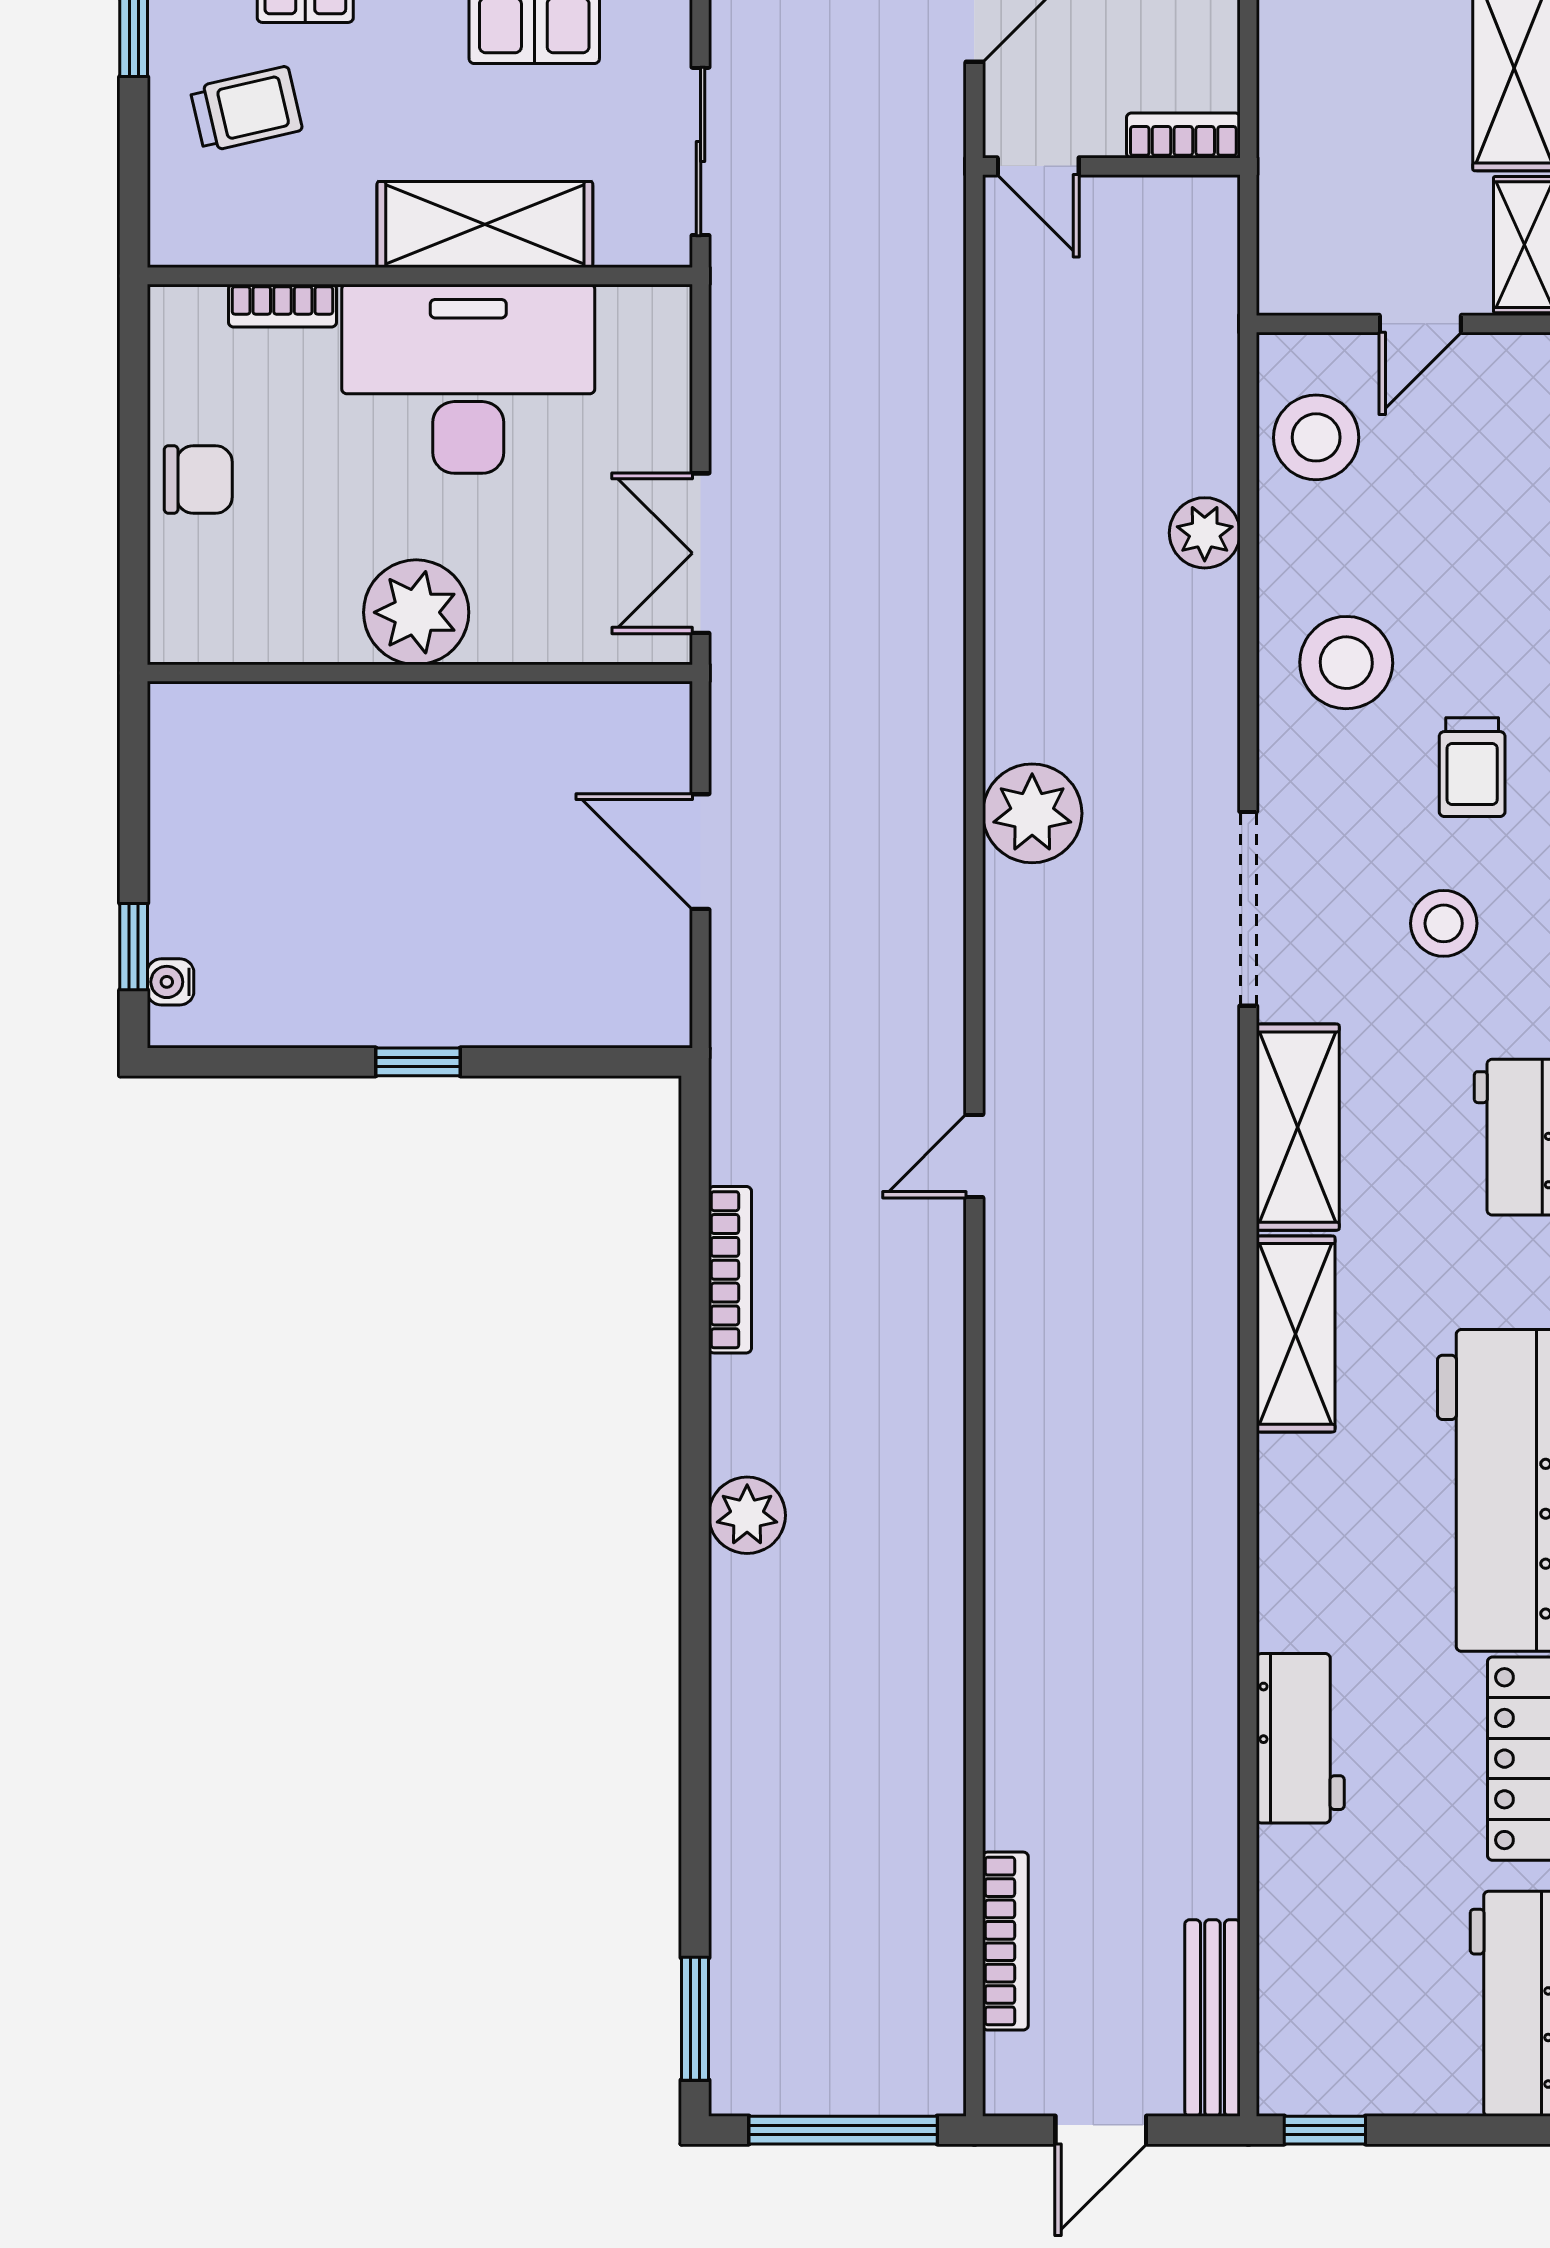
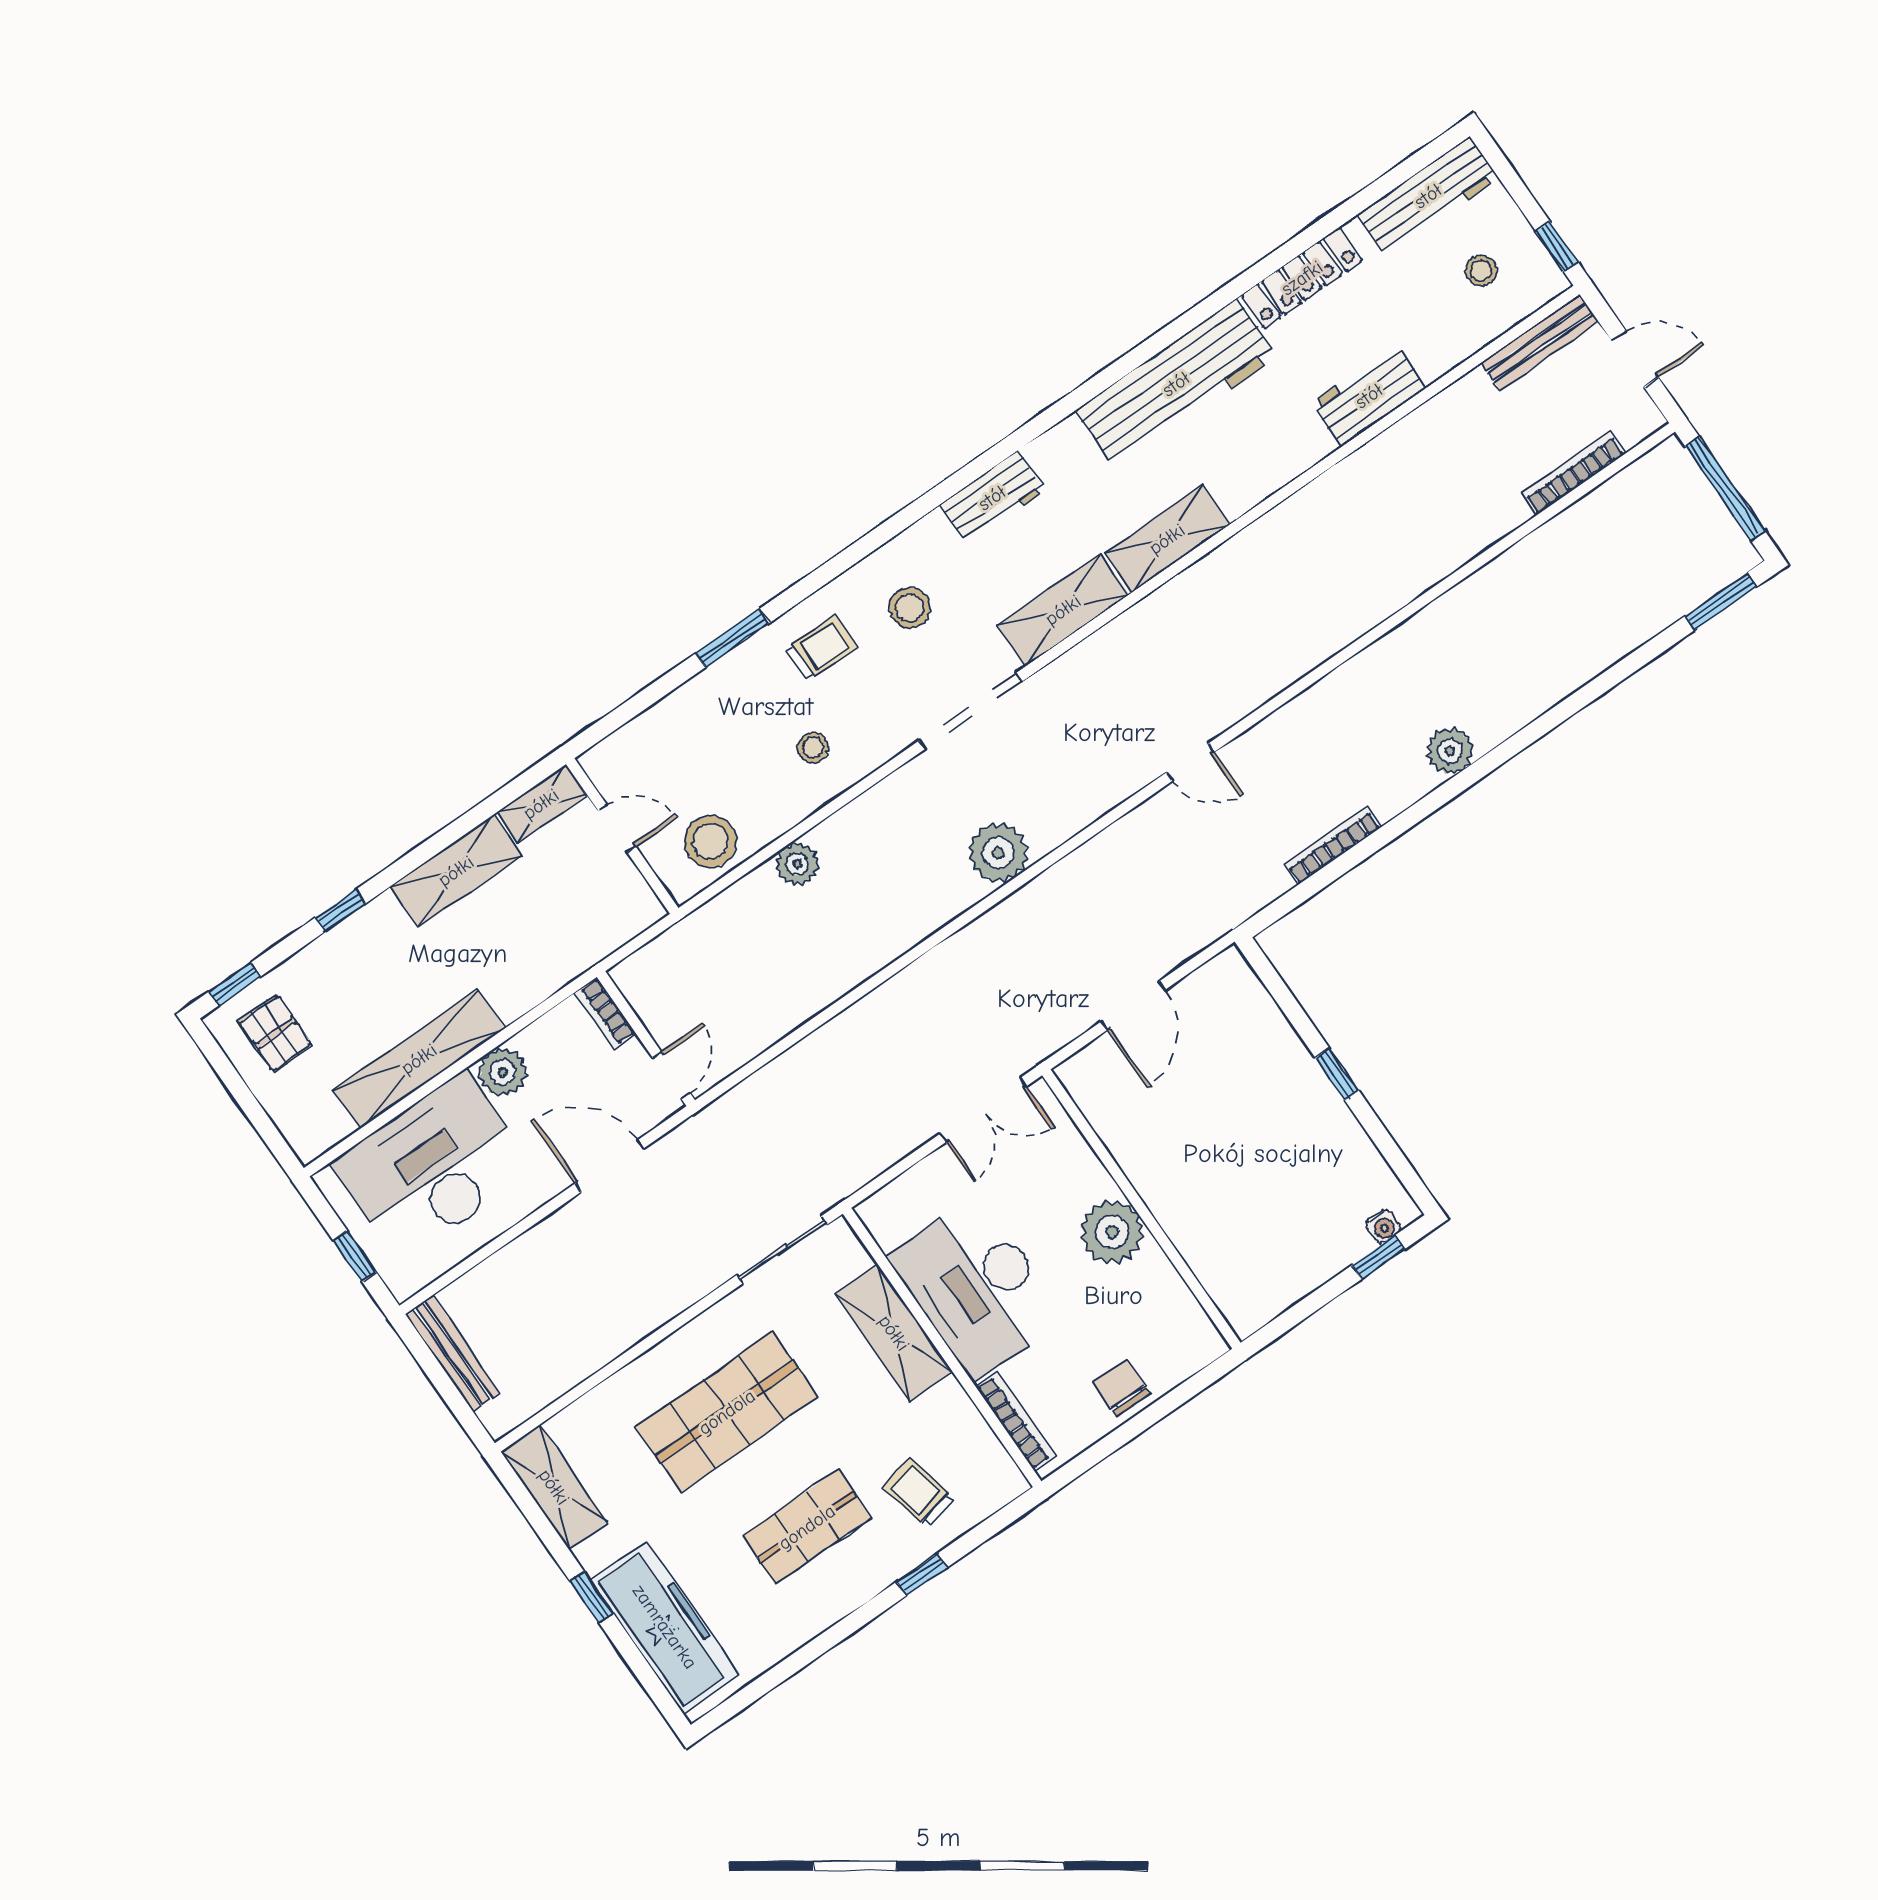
bookcase: (282, 306) -> (1015, 1421), width x1.56
stool: (1346, 663) -> (813, 748), width x0.53, depth x0.53
stool: (1363, 2006) -> (1481, 271), added

